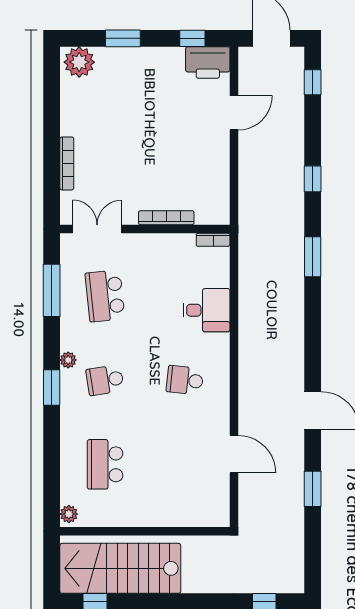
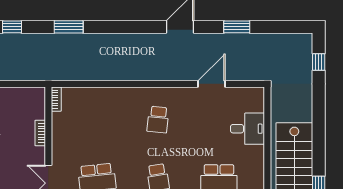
bookcase: (166, 218) -> (40, 133), width x0.64
desk: (206, 310) -> (248, 129), moved, turned 90

